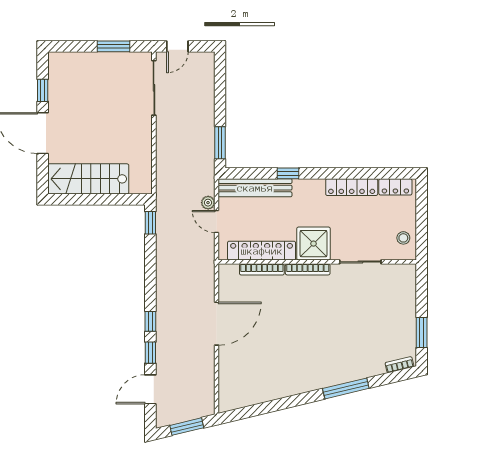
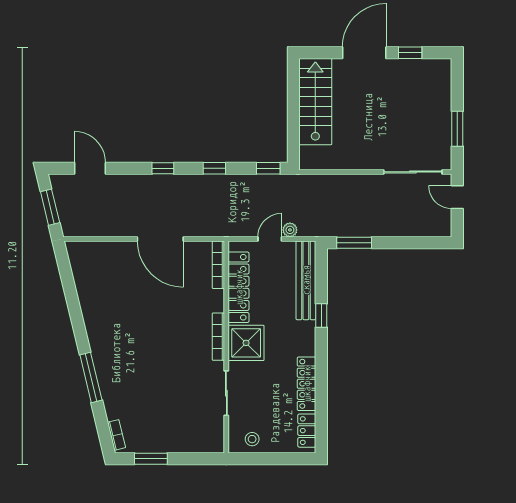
bookcase: (262, 269) -> (218, 265), moved
window: (150, 353) -> (214, 168), moved

